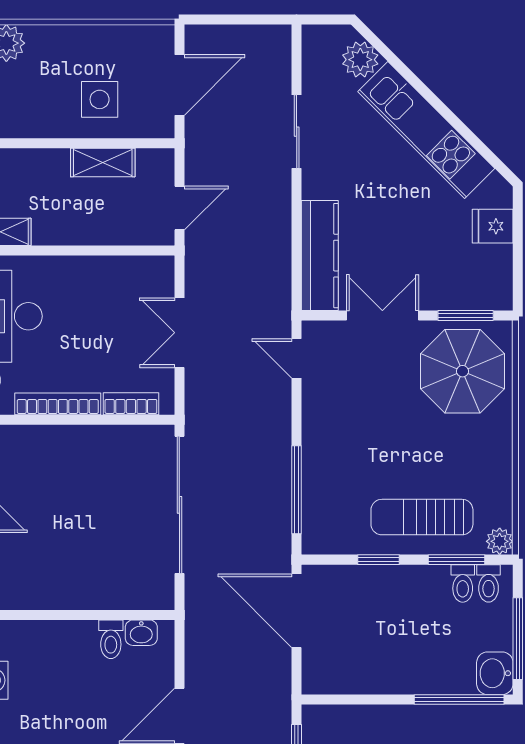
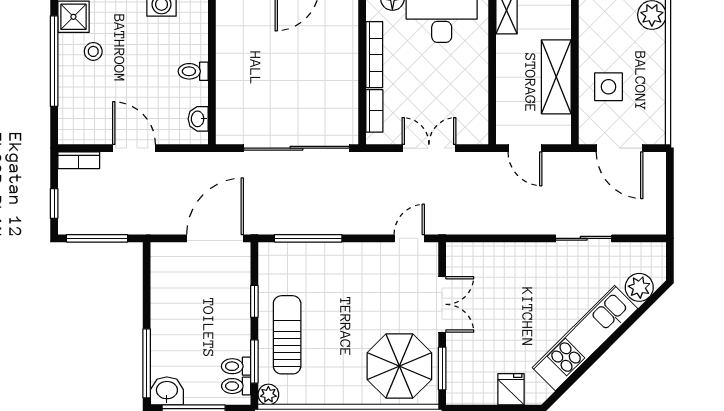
shelving: (103, 162) -> (556, 77), width x1.50, depth x1.33
kitchen counter: (320, 256) -> (488, 256), removed
toilet: (111, 639) -> (193, 71), moved

